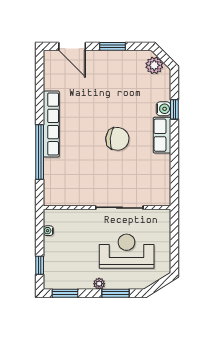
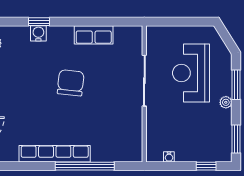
row of seats: (162, 135) -> (94, 35), moved

